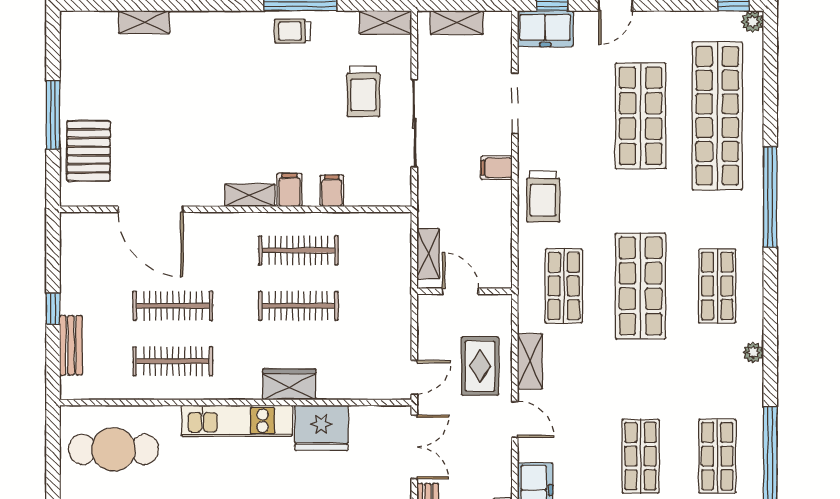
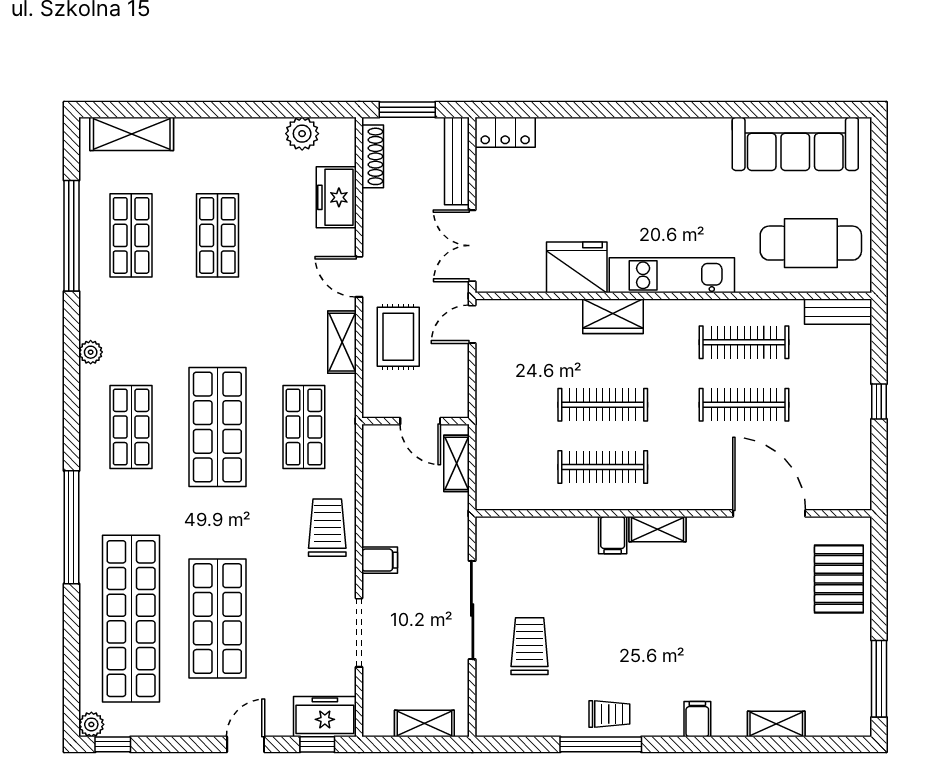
shelving: (385, 22) -> (505, 724), removed
window: (53, 115) -> (879, 679), moved
filing cabinet: (332, 191) -> (697, 719), moved, turned 180
bench: (71, 345) -> (838, 312), moved, turned 90

